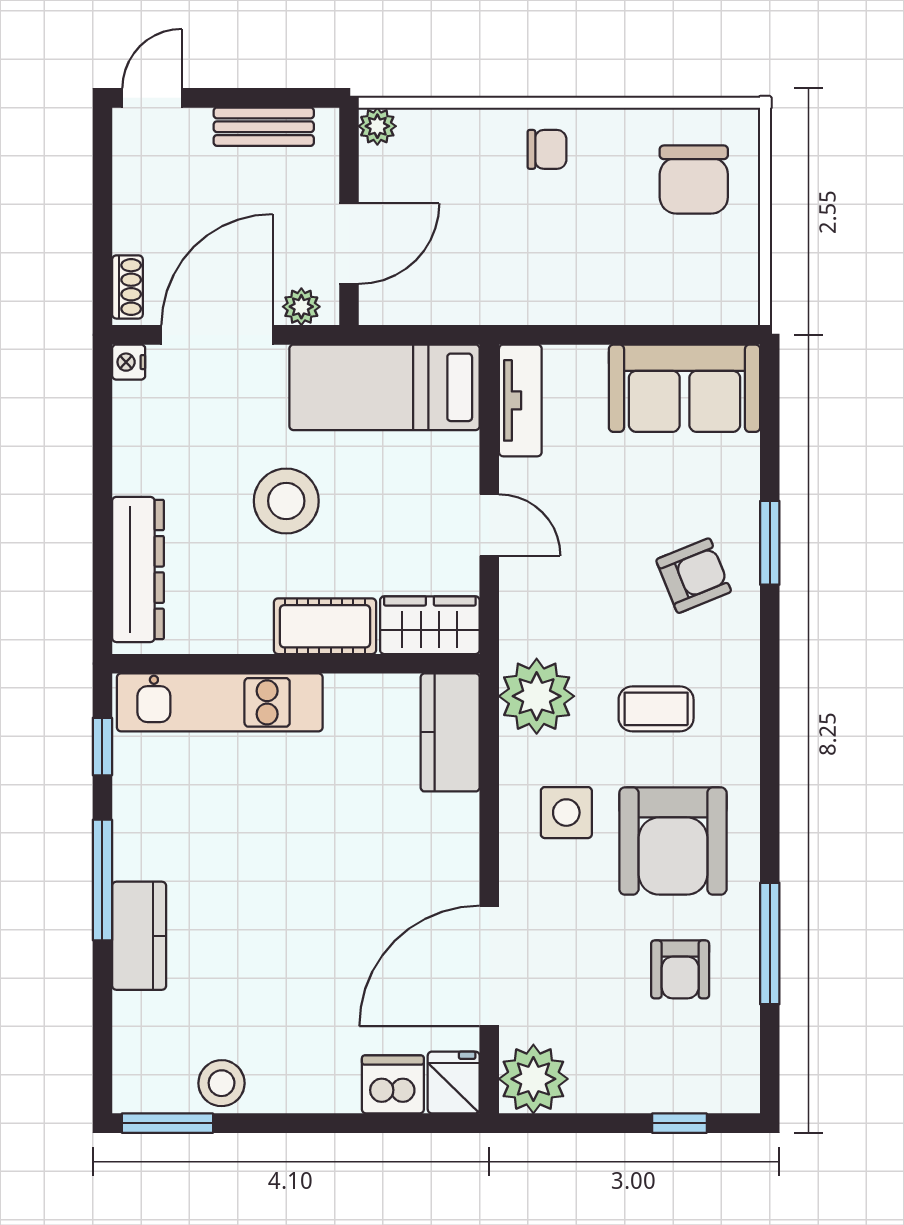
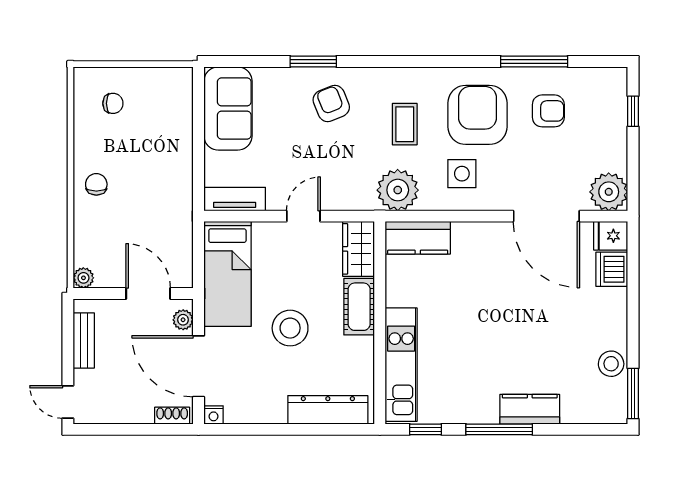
chair: (694, 180) -> (113, 103), width x0.54, depth x0.54
armchair: (673, 841) -> (478, 115), turned -90

